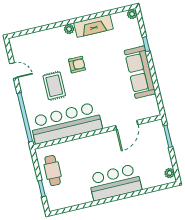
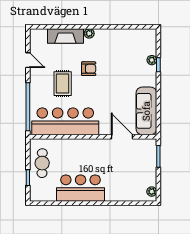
plant: (132, 14) -> (152, 60), moved
fireplace: (94, 26) -> (65, 36), moved
sofa: (140, 72) -> (146, 111), moved
door: (127, 125) -> (122, 137), swing flipped
bar counter: (115, 182) -> (81, 188), moved

